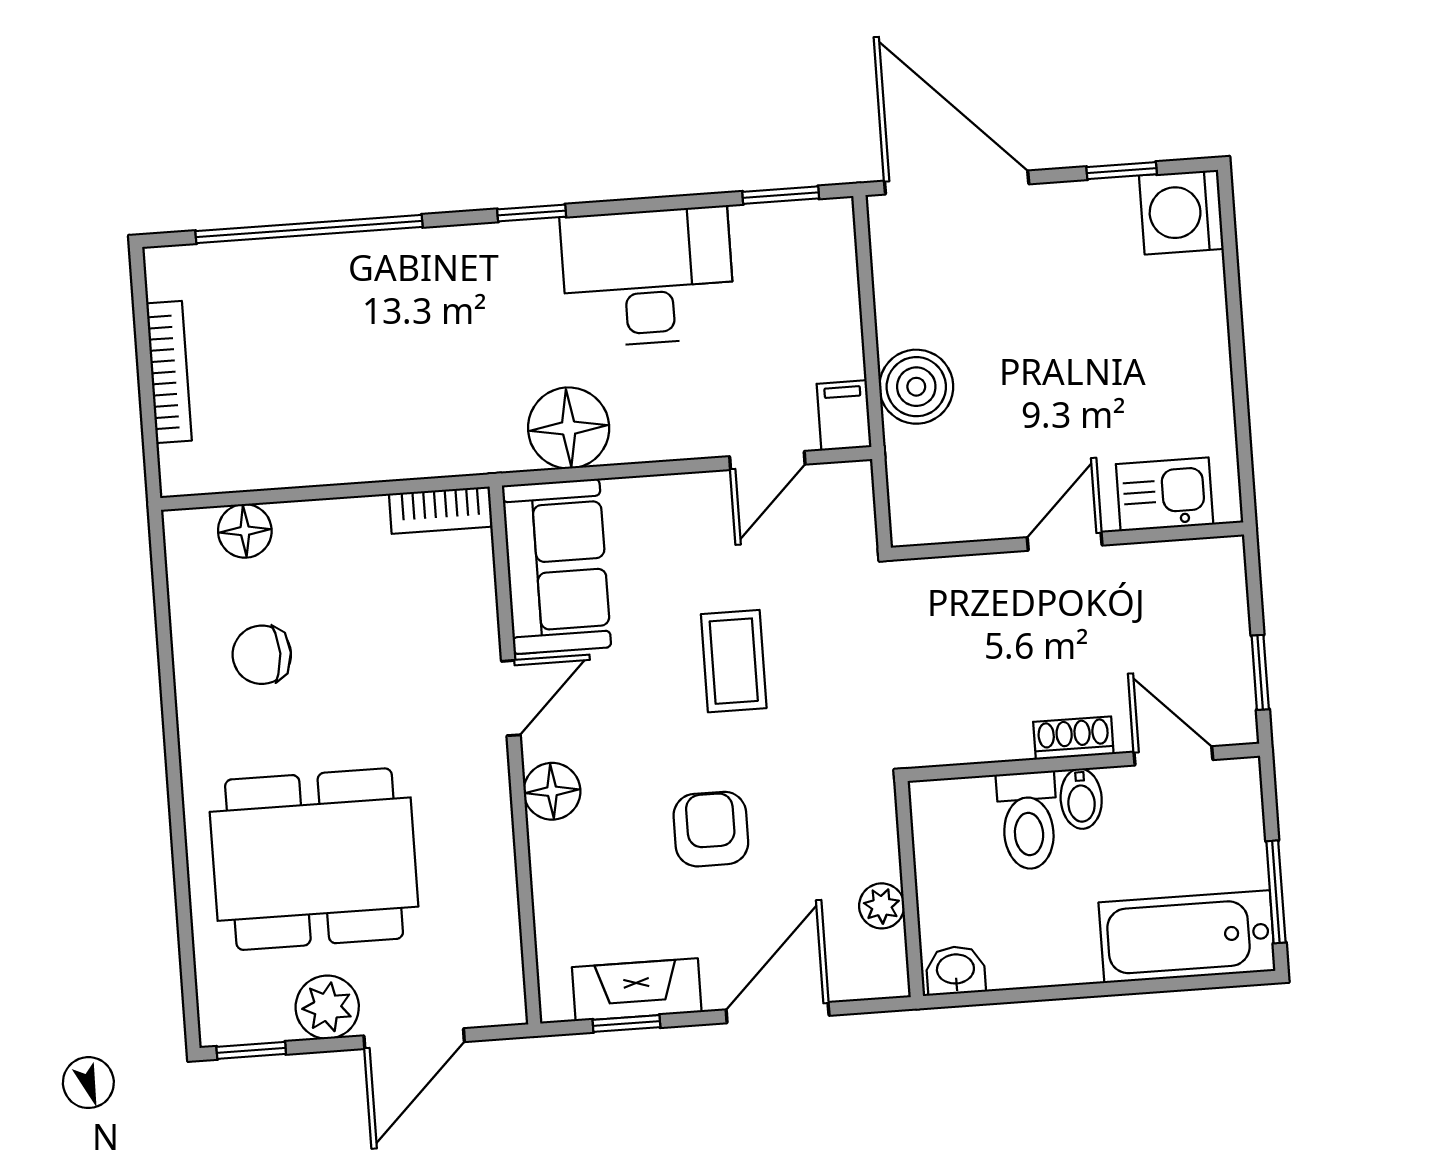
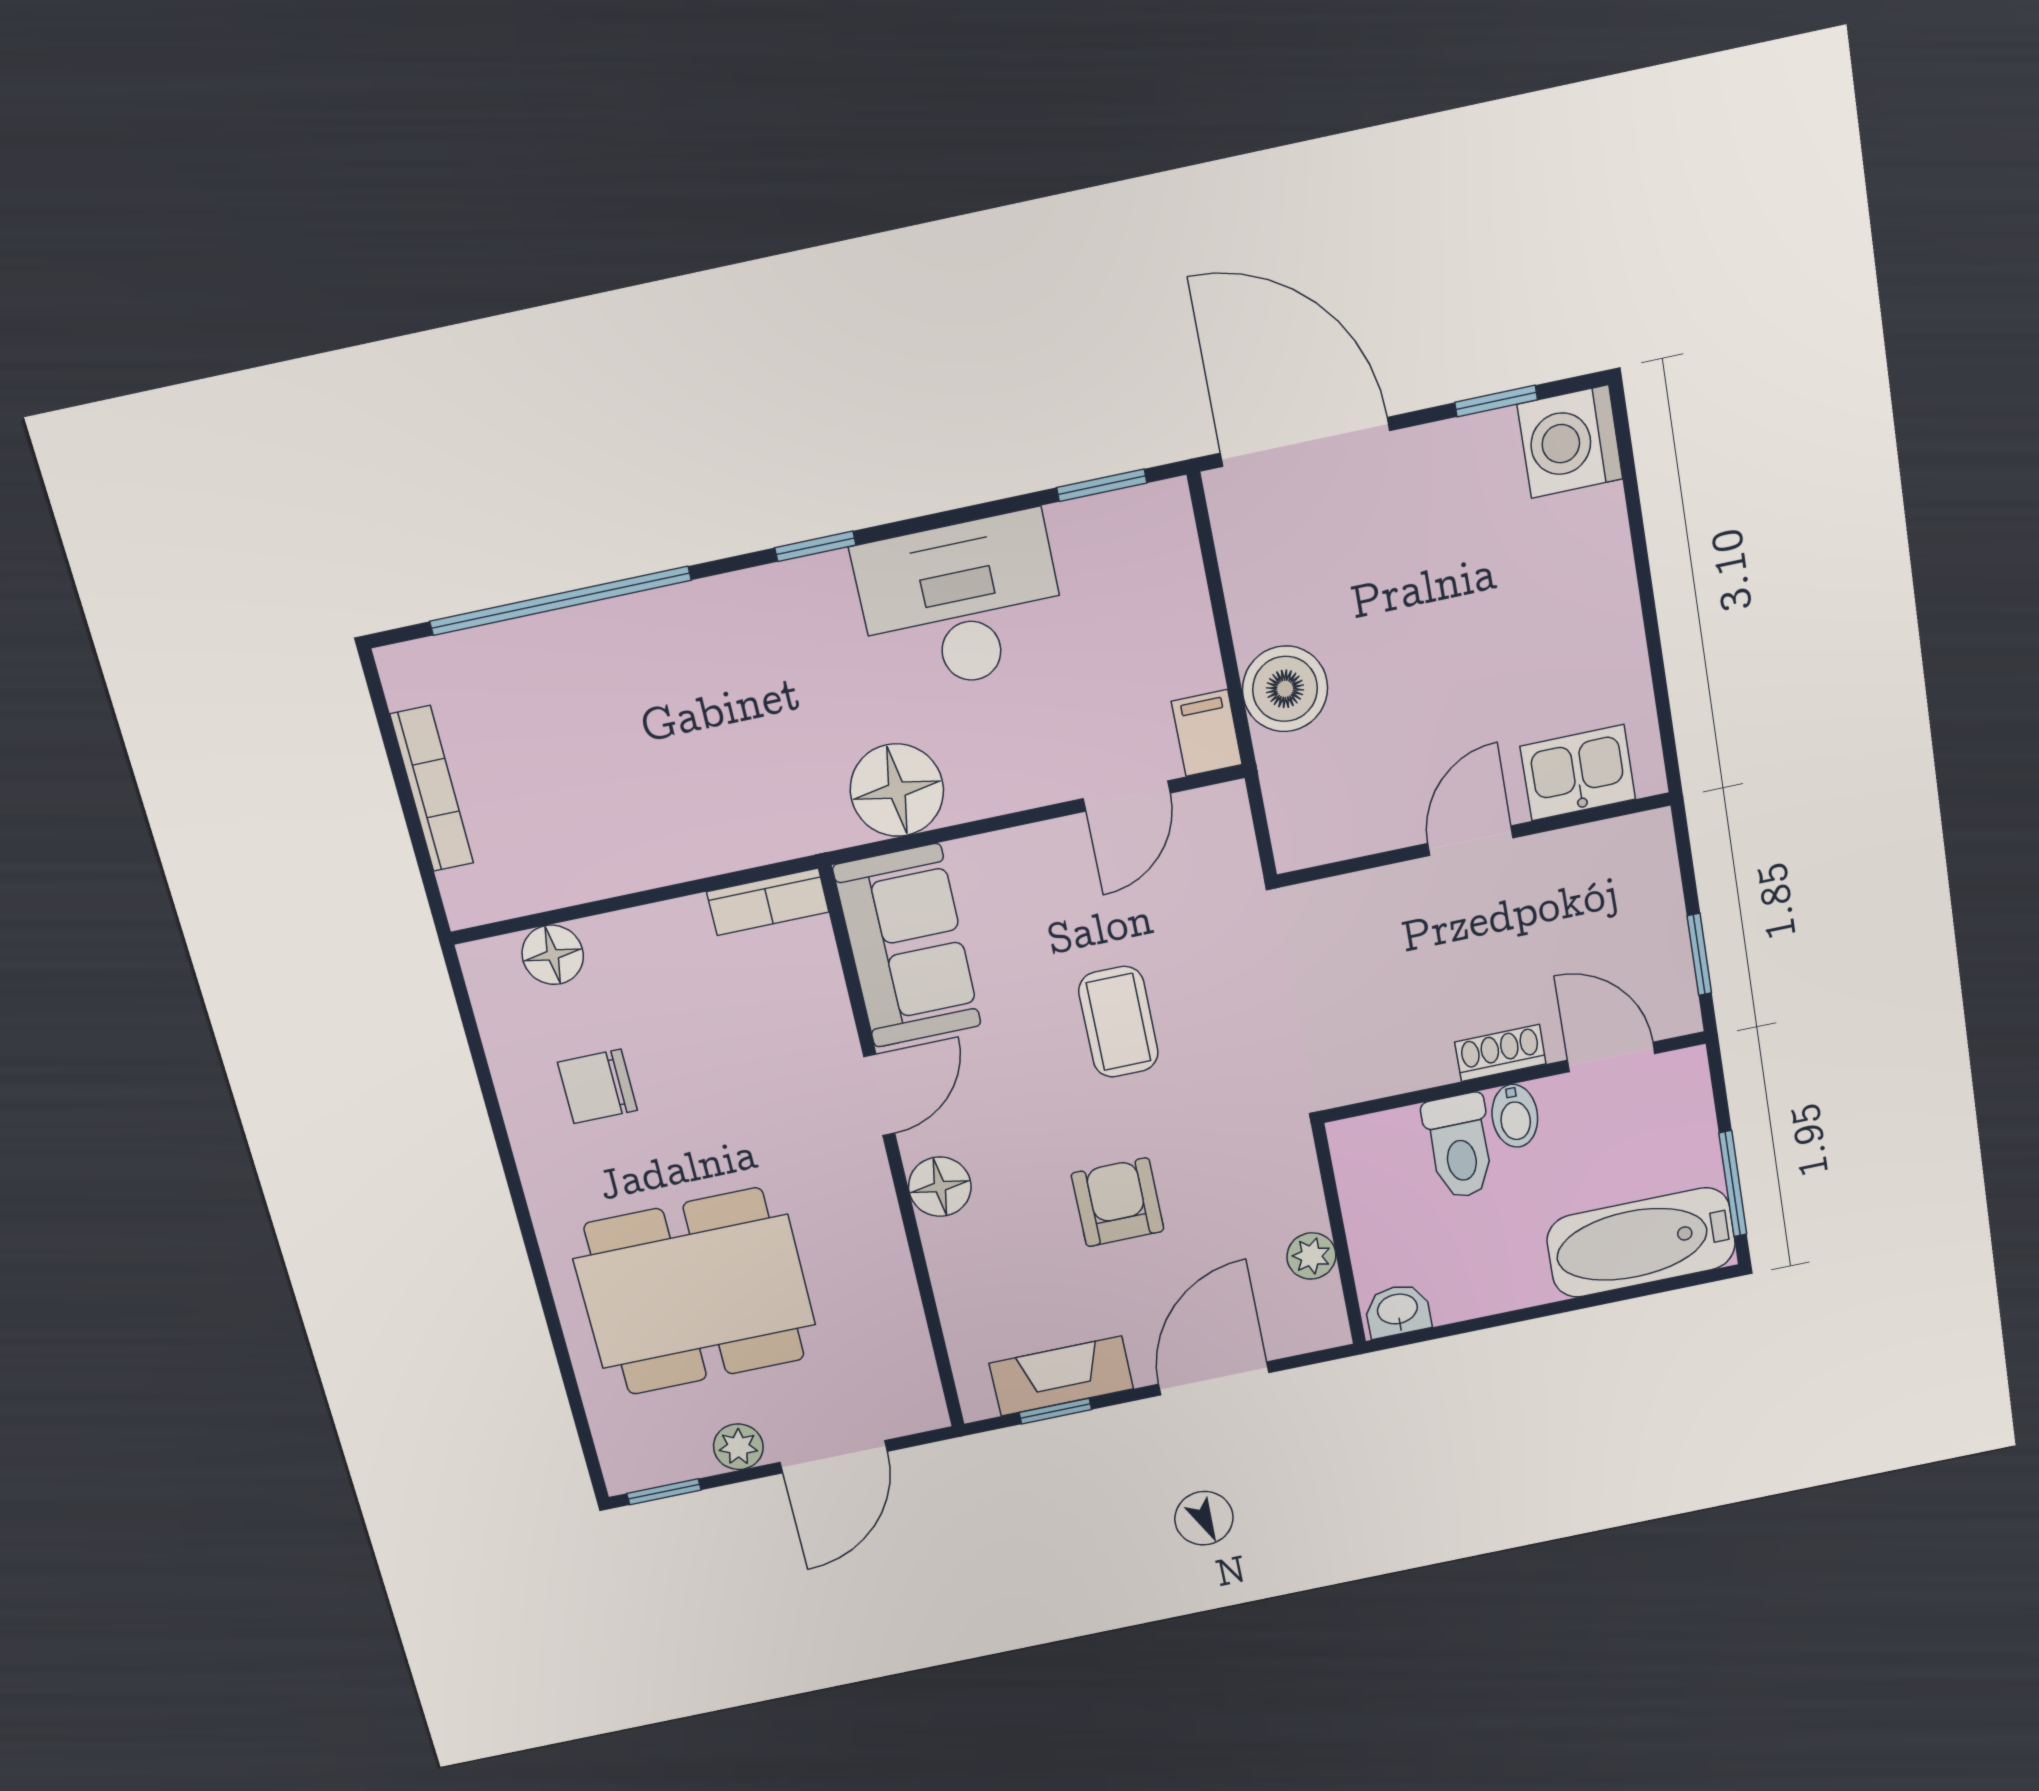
plant: (327, 1007) -> (738, 1447), width x0.73, depth x0.73

